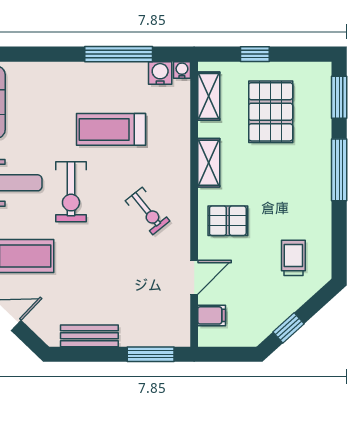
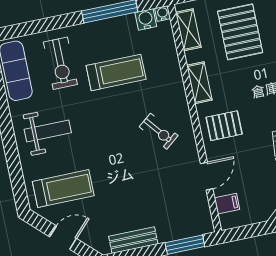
treadmill: (111, 129) -> (116, 72), turned 180
exercise bike: (71, 192) -> (60, 63), moved

